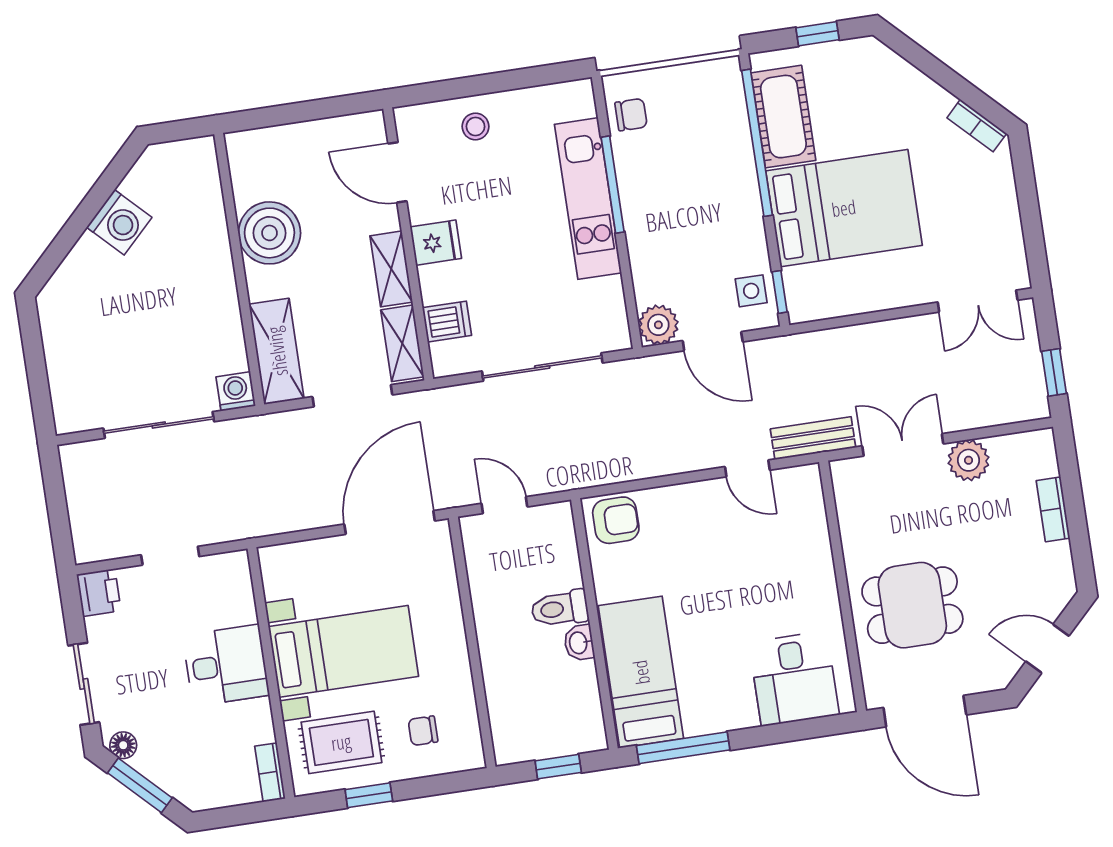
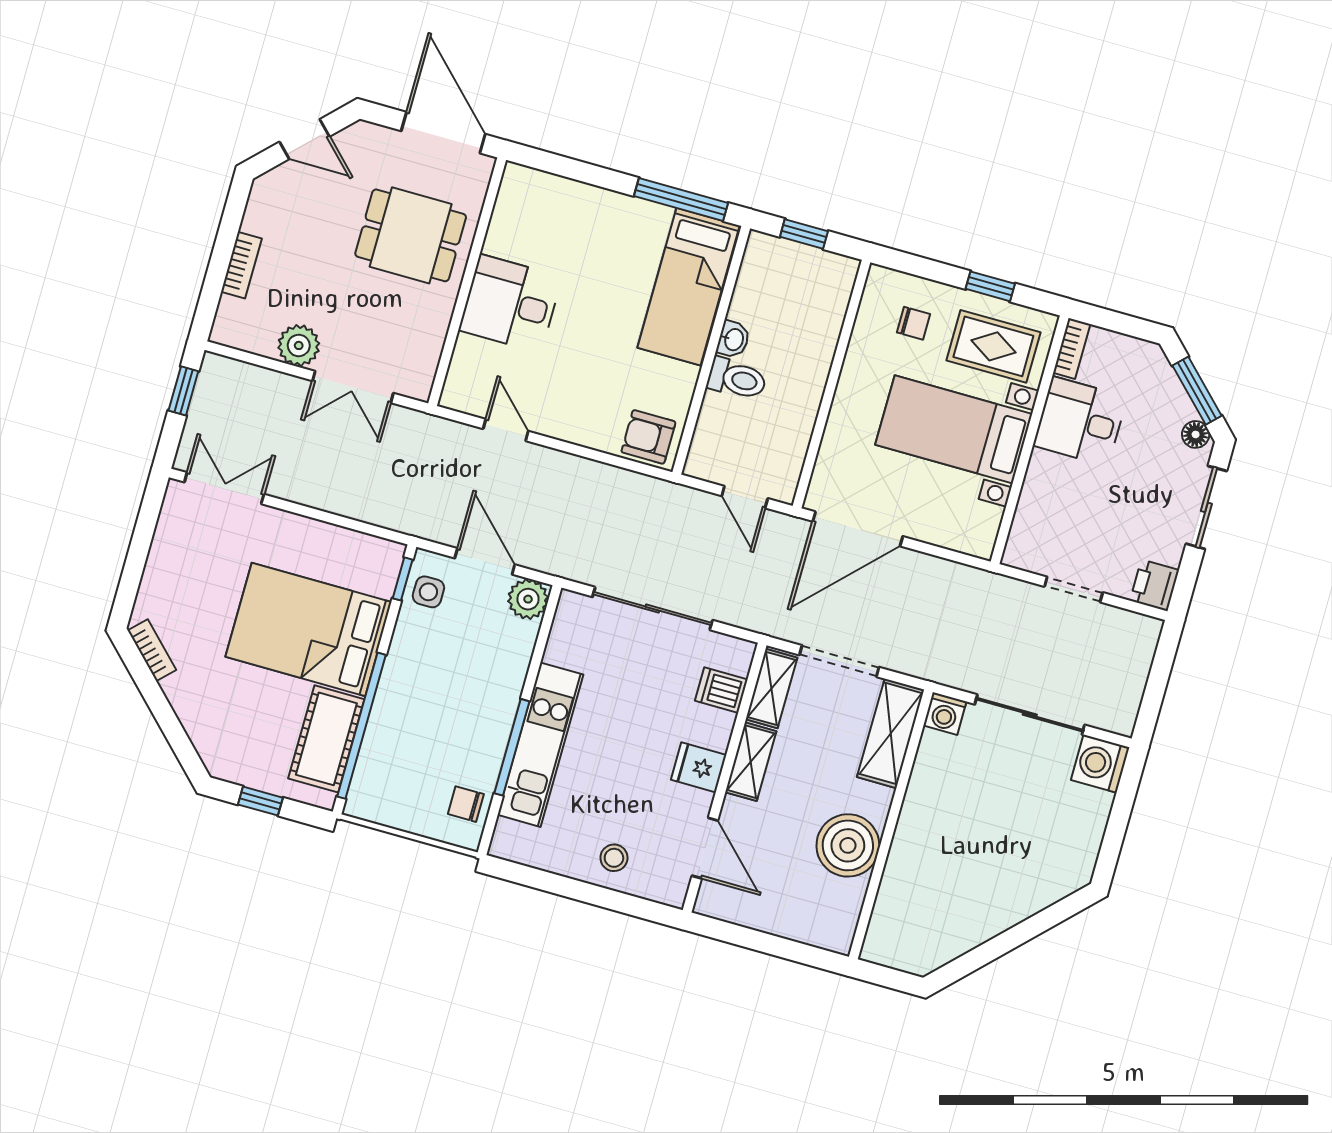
washing machine: (119, 222) -> (1100, 764), moved, turned -45
bench: (813, 438) -> (433, 430), removed
desk: (226, 665) -> (1080, 421), moved
desk: (794, 679) -> (510, 304), moved, turned -90

